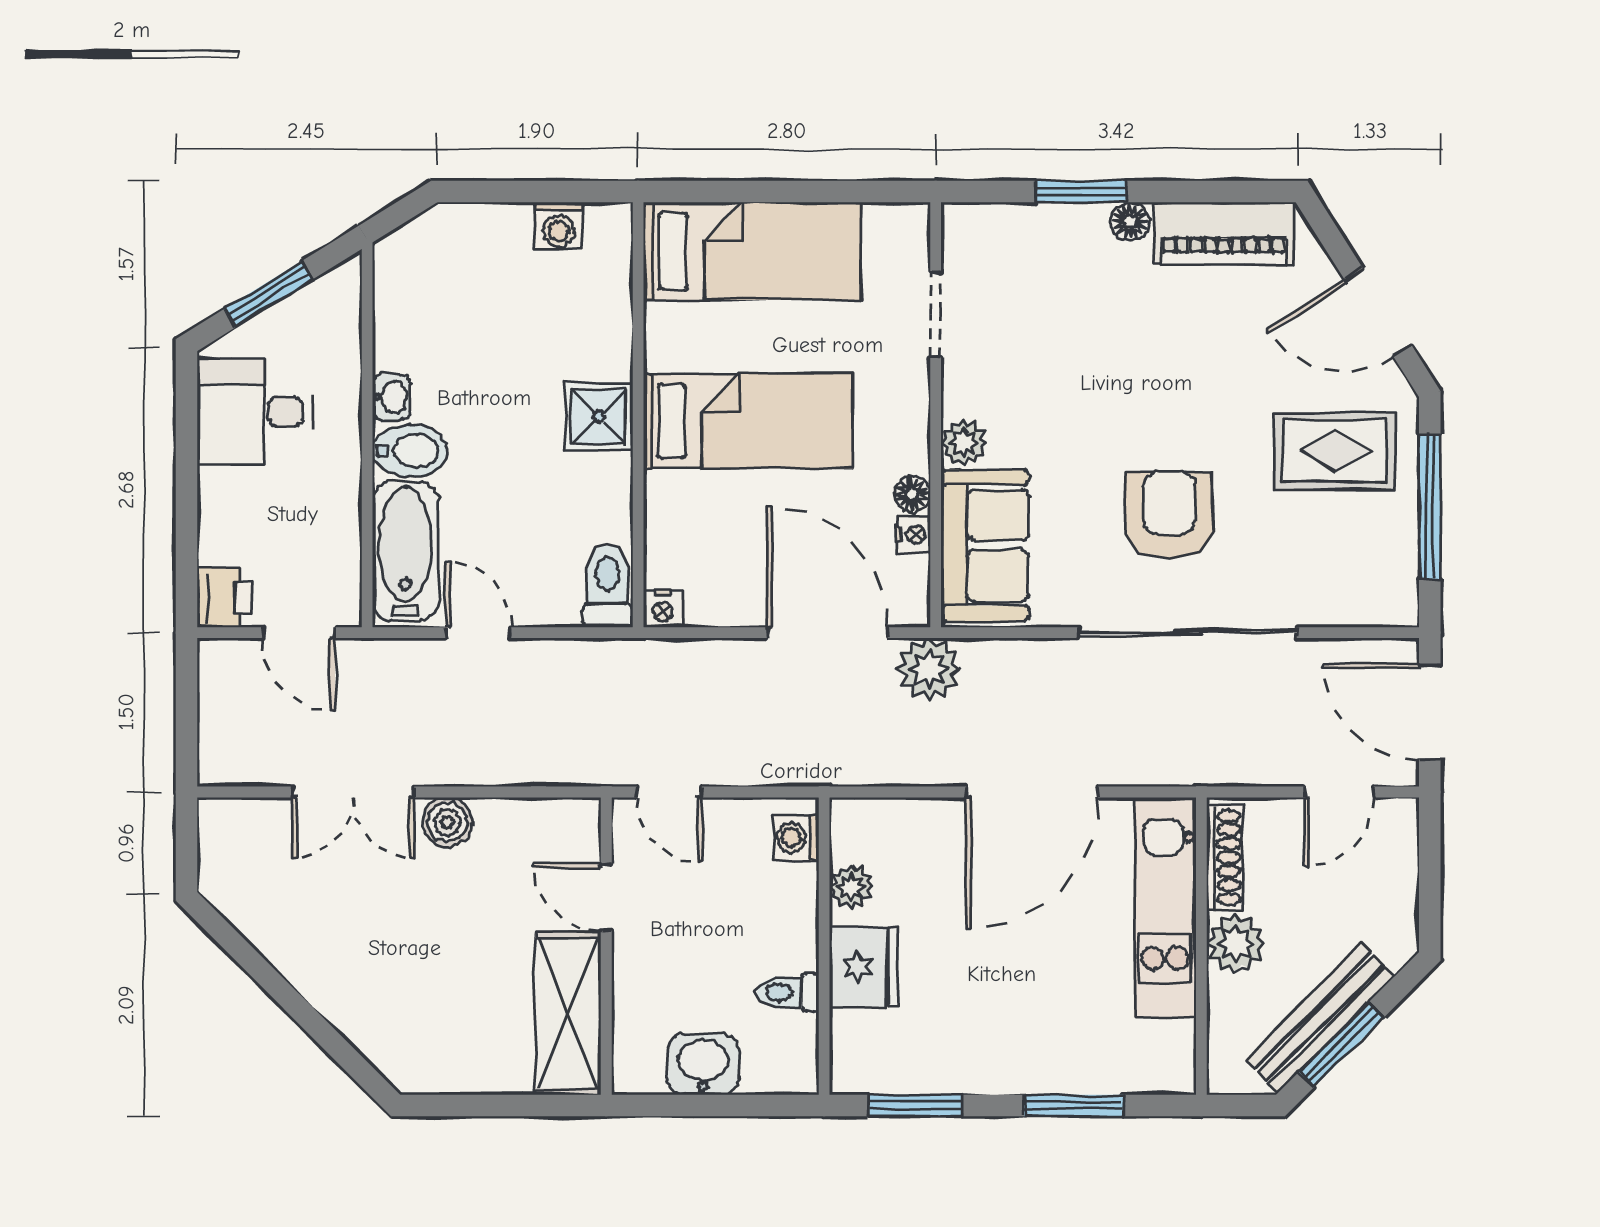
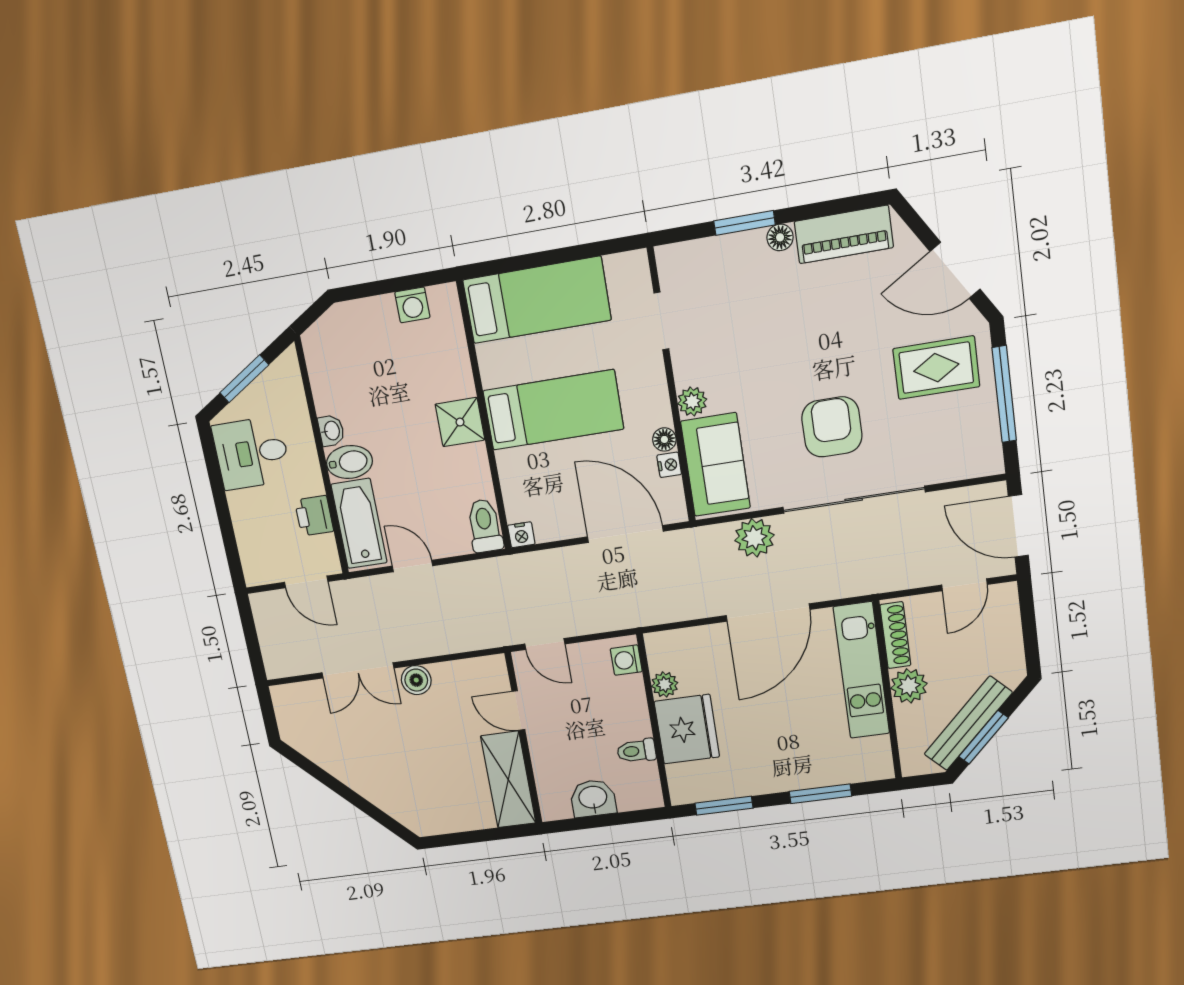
printer: (224, 597) -> (314, 516), moved, turned 180
plant: (929, 669) -> (754, 538), moved
fridge: (864, 967) -> (687, 729), width x1.36, depth x1.34

